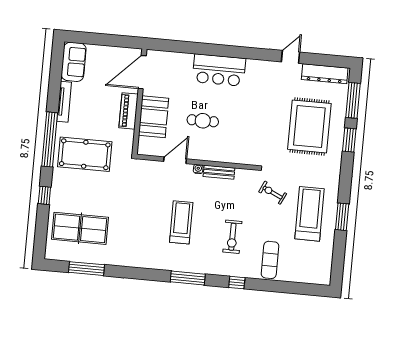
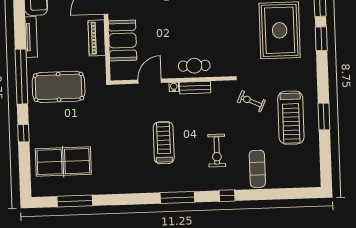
cafe table: (203, 121) -> (194, 66), moved
treadmill: (310, 214) -> (291, 118), turned 180

